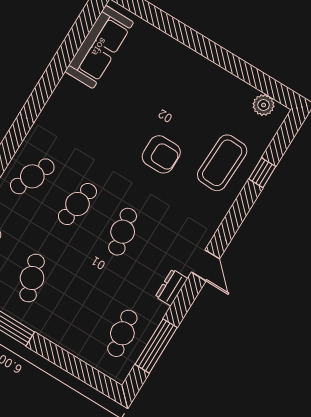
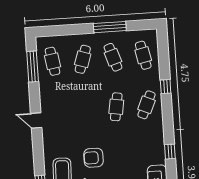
window: (46, 86) -> (170, 152), added
cafe table: (123, 232) -> (83, 59), moved, turned 30
dresser: (172, 288) -> (45, 99), removed

